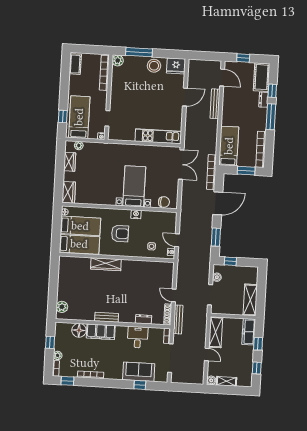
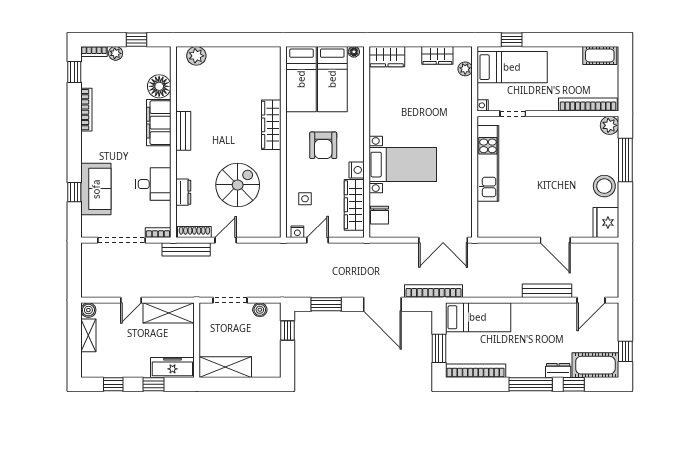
window: (243, 58) -> (625, 351), moved
kitchen unit: (158, 136) -> (488, 163), moved
wardrobe: (157, 217) -> (354, 205), added
spiral stairs: (141, 286) -> (238, 185), added

